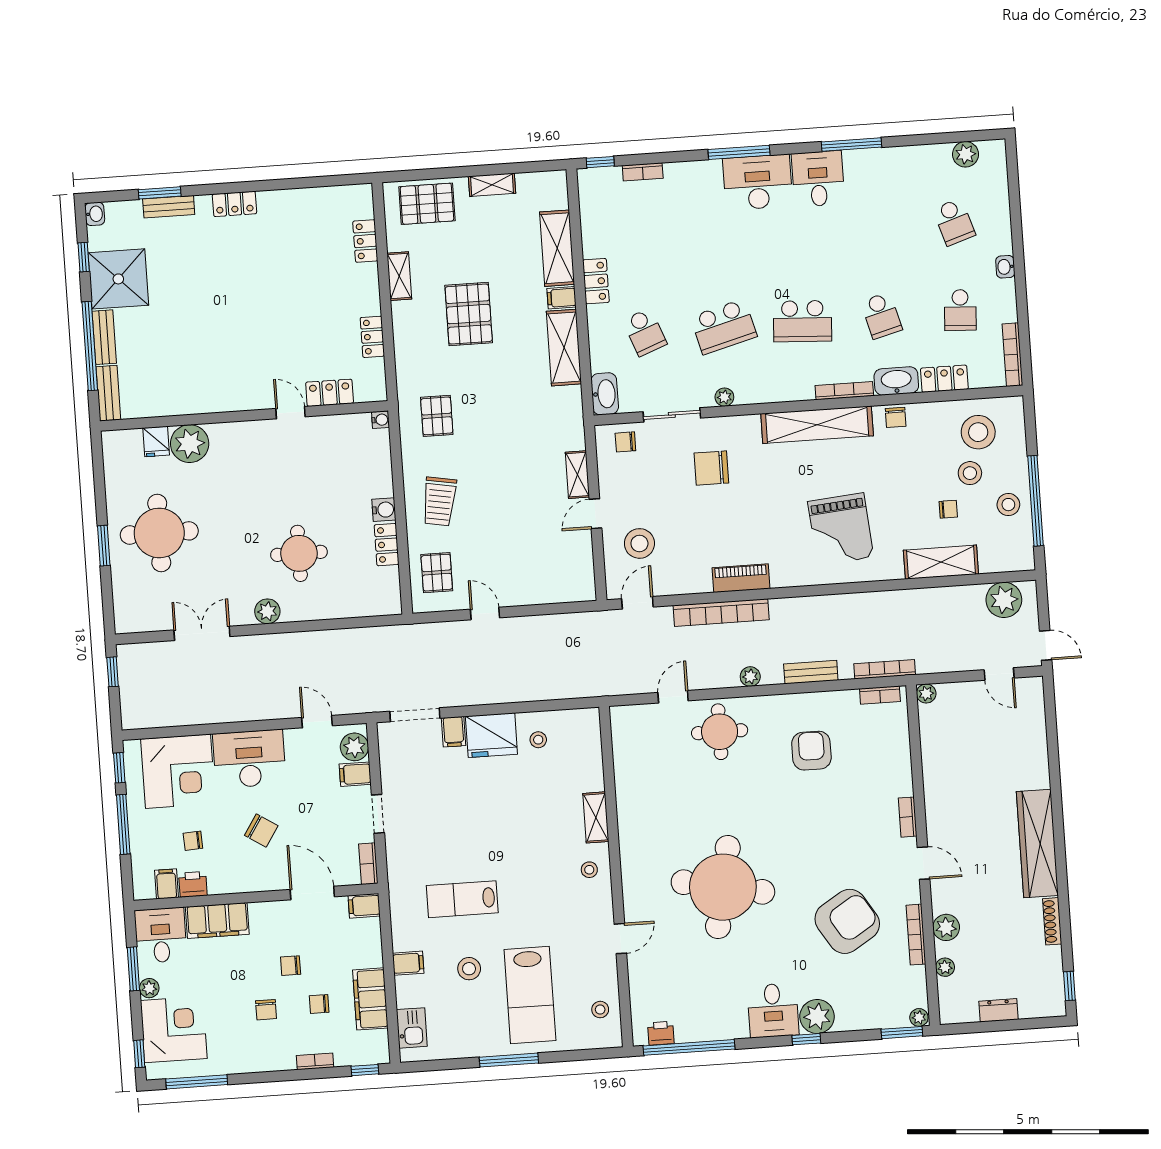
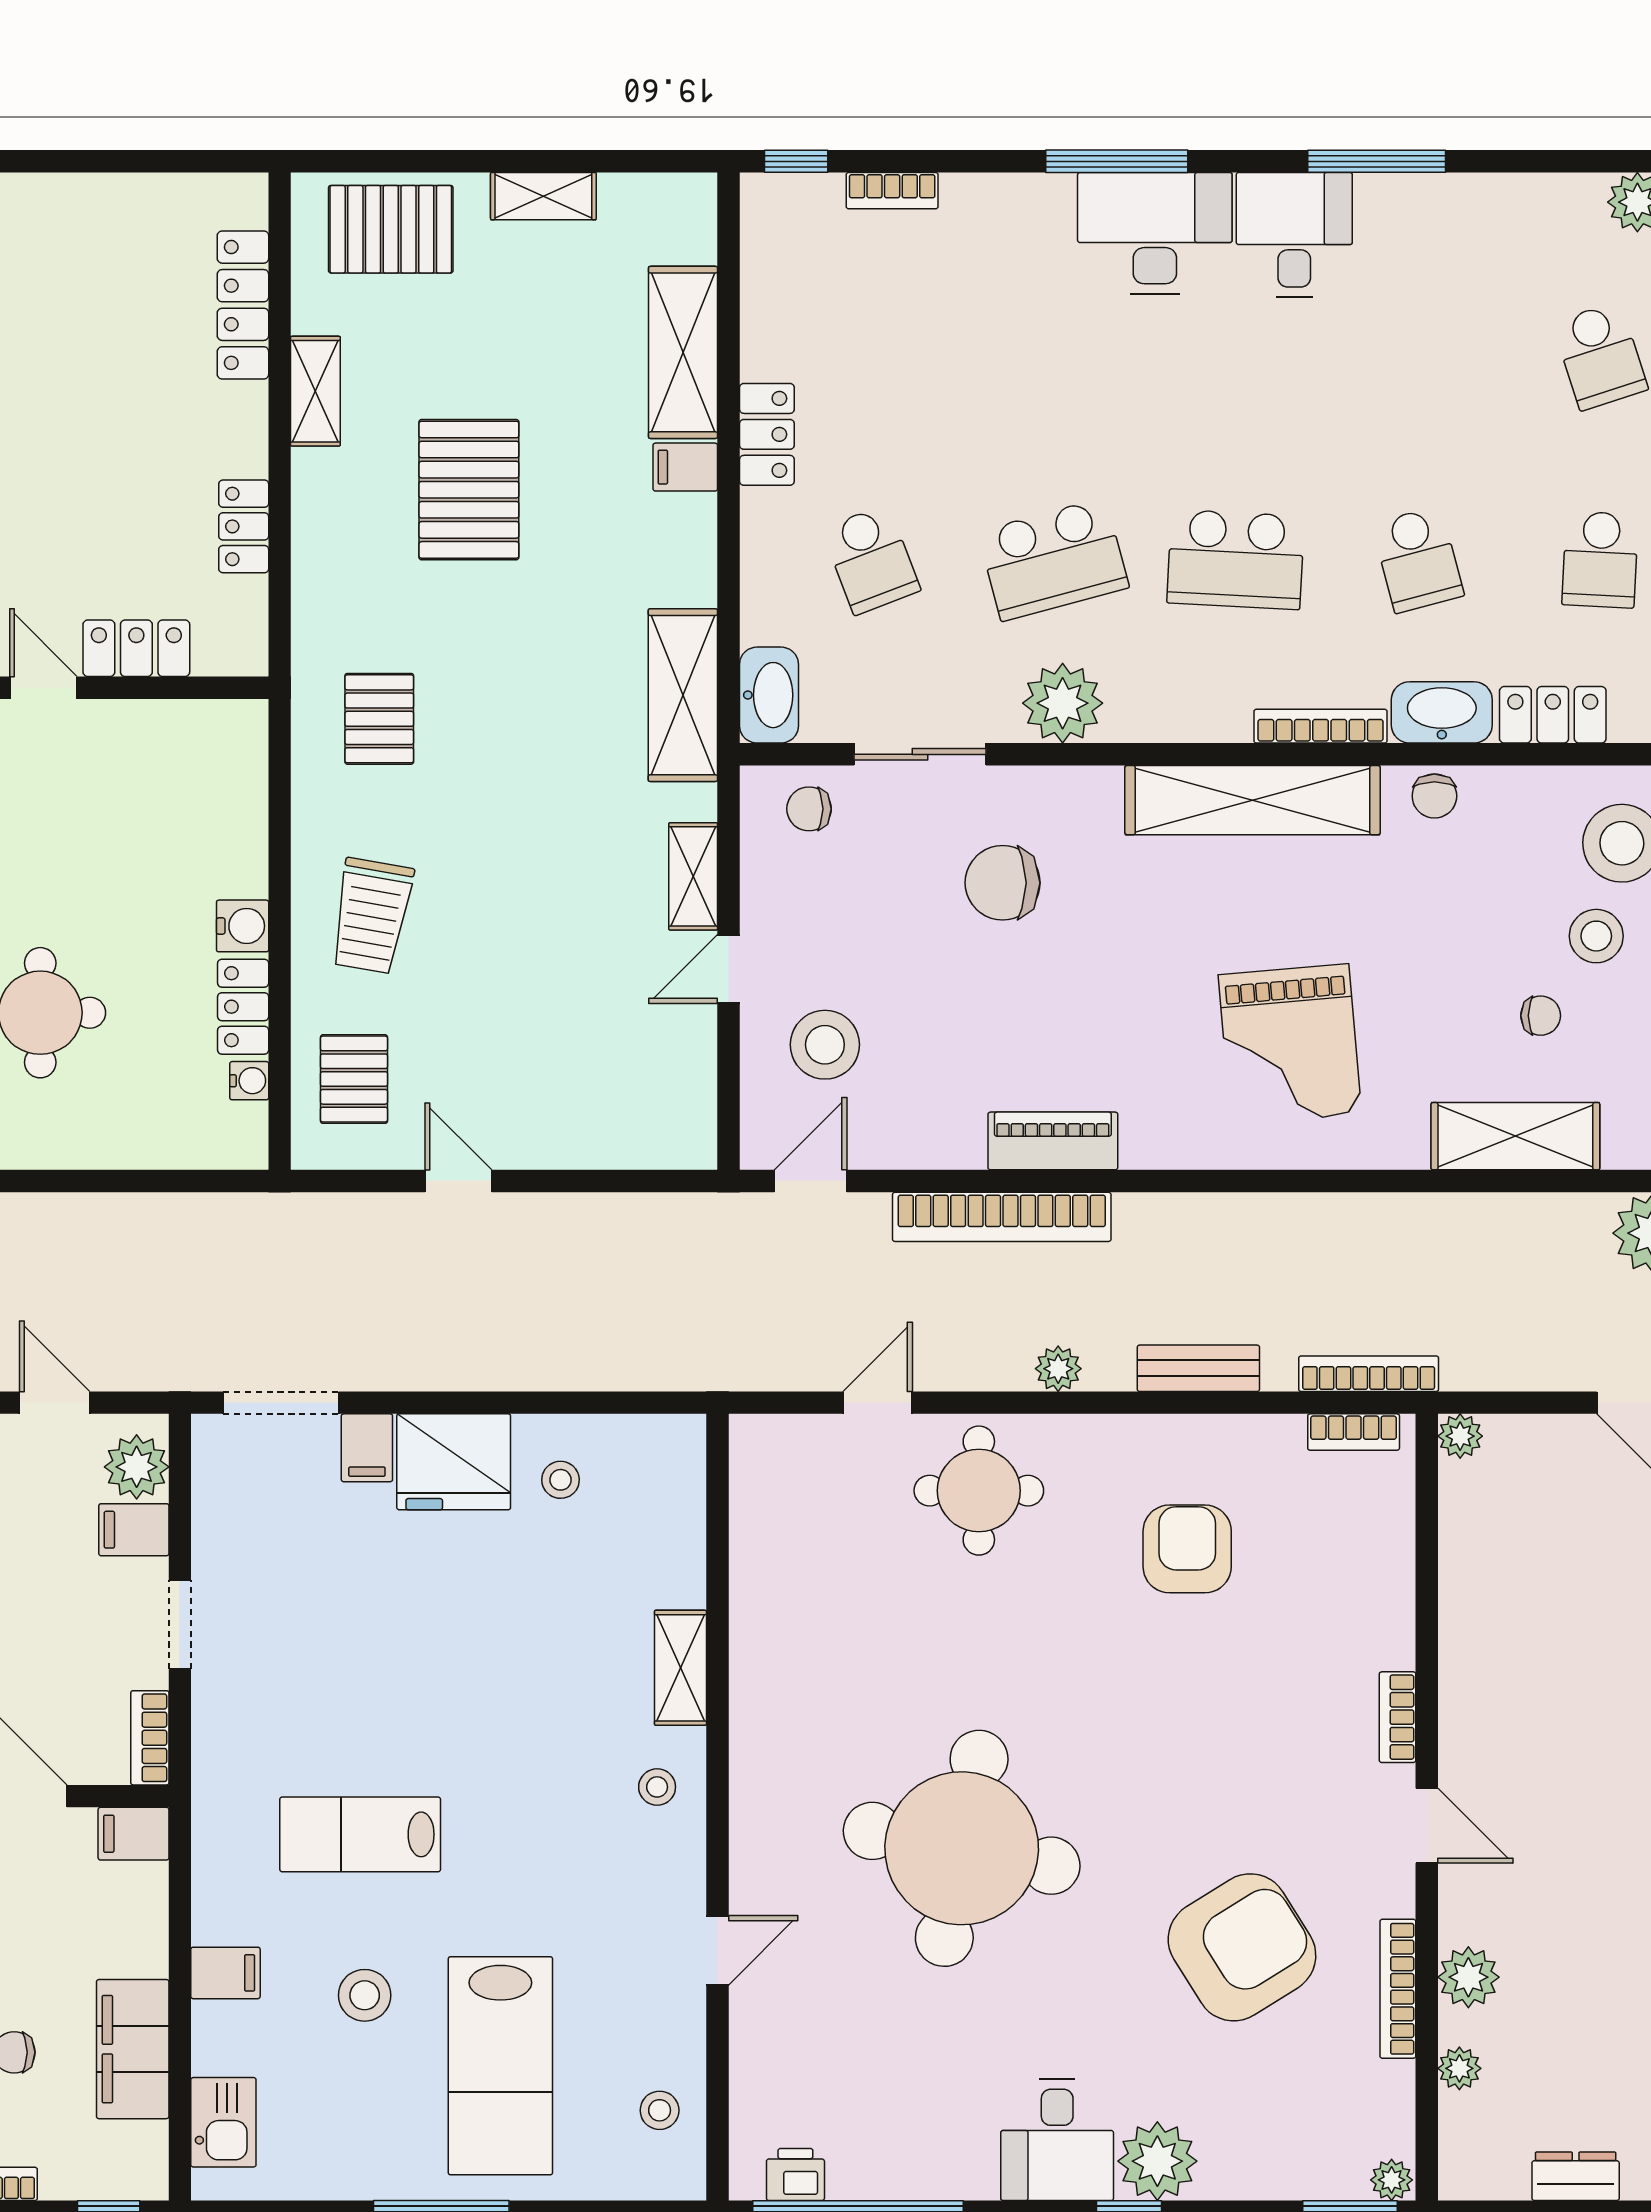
locker: (365, 241) -> (243, 305), width x1.53
shelving: (564, 348) -> (683, 695), moved
plant: (724, 397) -> (1063, 703), width x1.88, depth x1.88
water cooler: (381, 420) -> (249, 1081), moved

